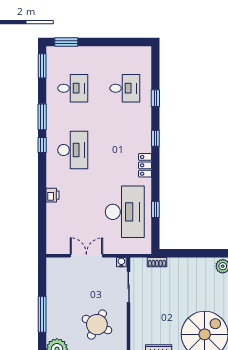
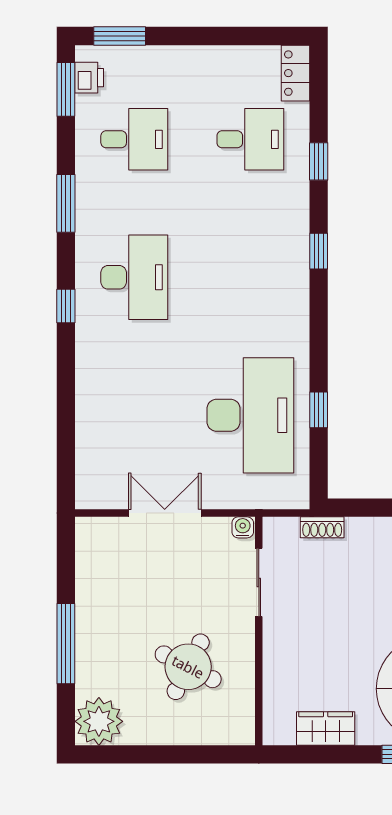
window: (42, 145) -> (66, 306), moved
locker: (145, 165) -> (295, 73), moved
printer: (53, 195) -> (89, 78), moved

